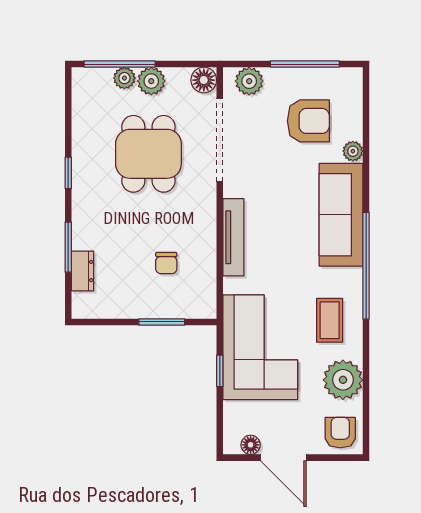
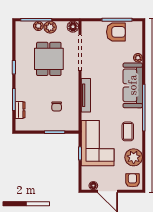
plant: (249, 81) -> (93, 27), removed
armchair: (308, 121) -> (116, 32), moved

